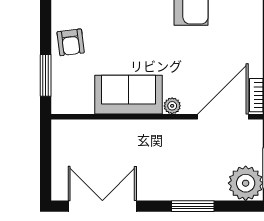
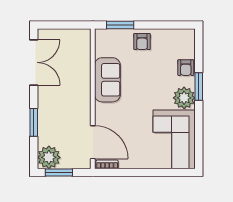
armchair: (71, 42) -> (142, 42), turned -83
plant: (172, 106) -> (100, 109), removed

